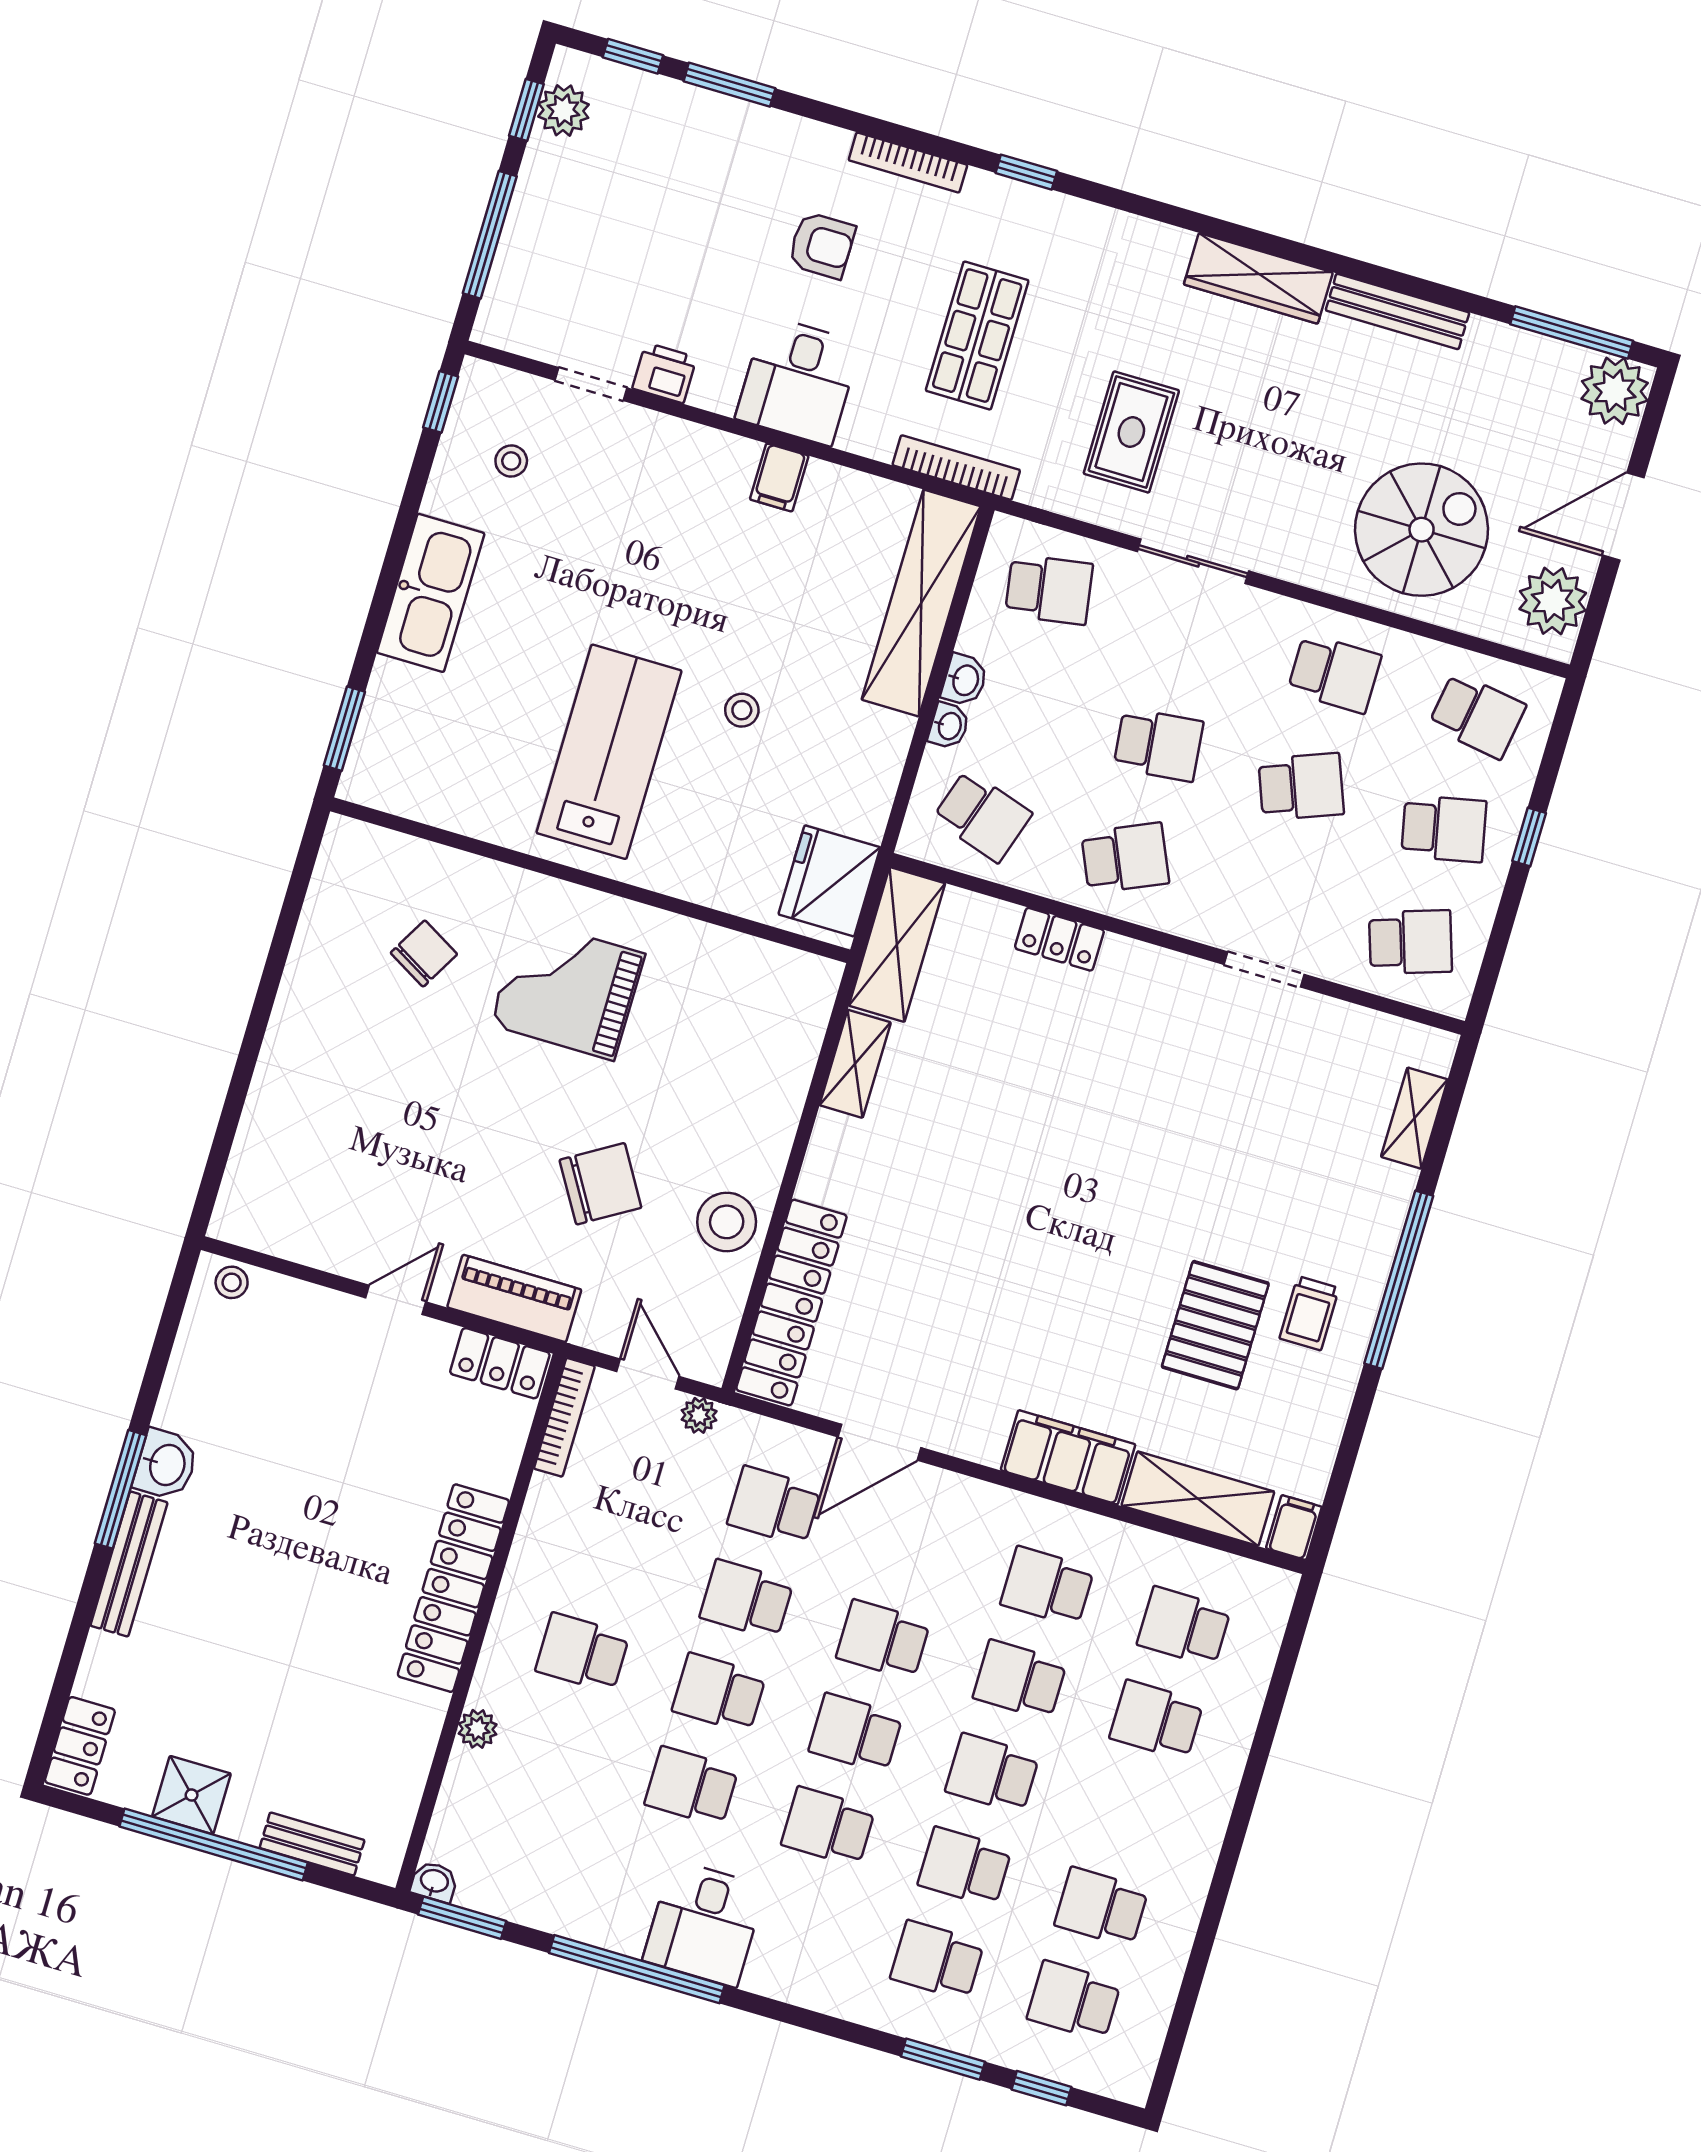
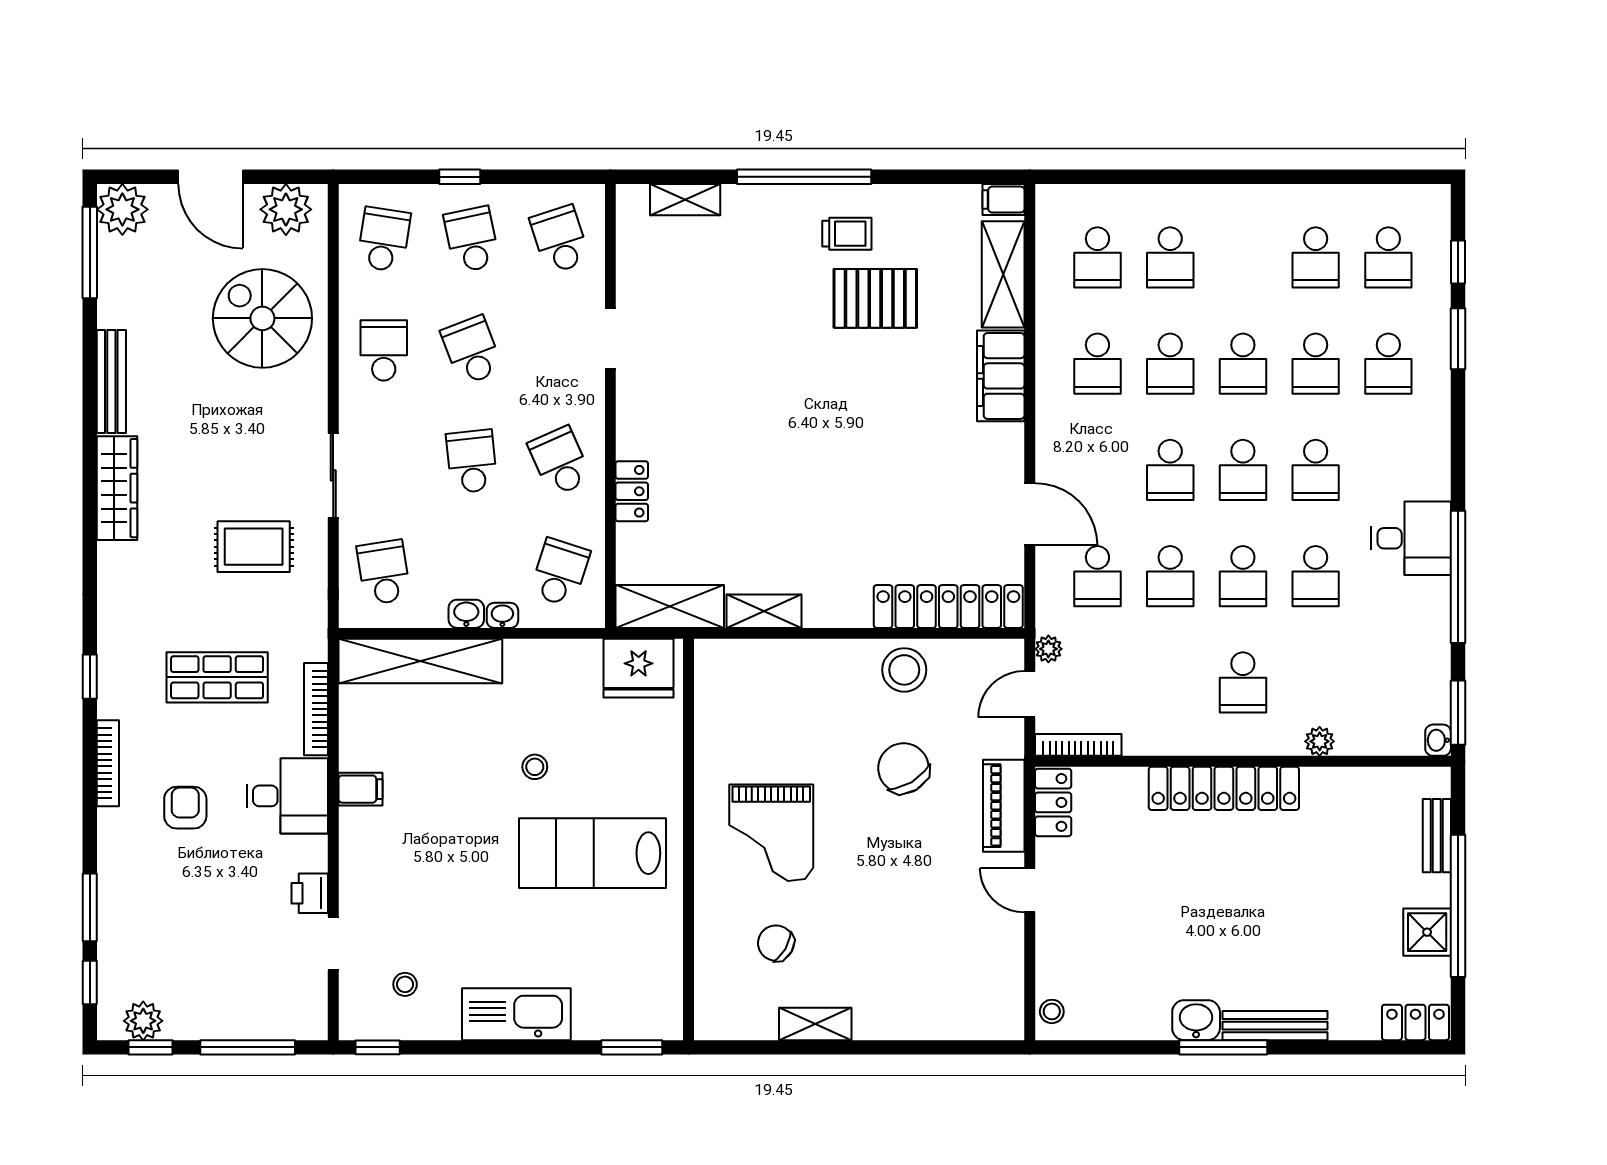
bookcase: (956, 468) -> (316, 709), moved
shelving: (305, 973) -> (815, 1024), added

